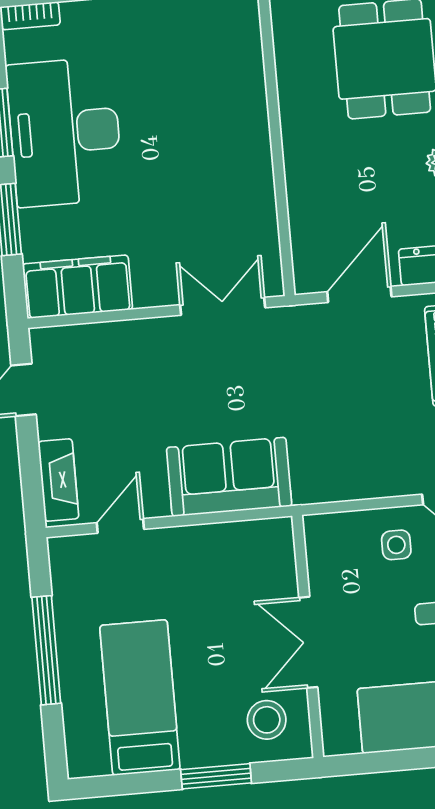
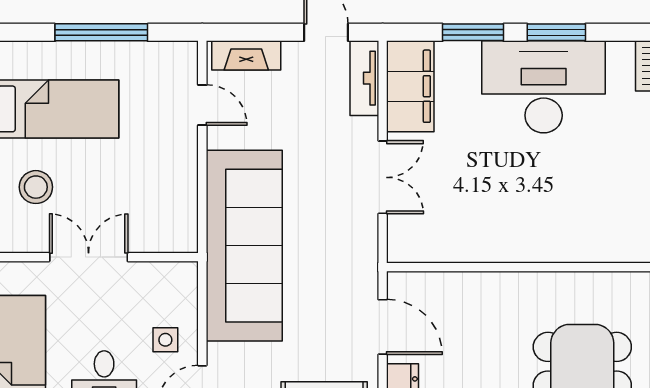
double door: (223, 306) -> (383, 177), moved
tv unit: (73, 341) -> (364, 78), added
sofa: (229, 477) -> (244, 246), width x1.85, depth x1.27
stool: (267, 720) -> (36, 187), moved

